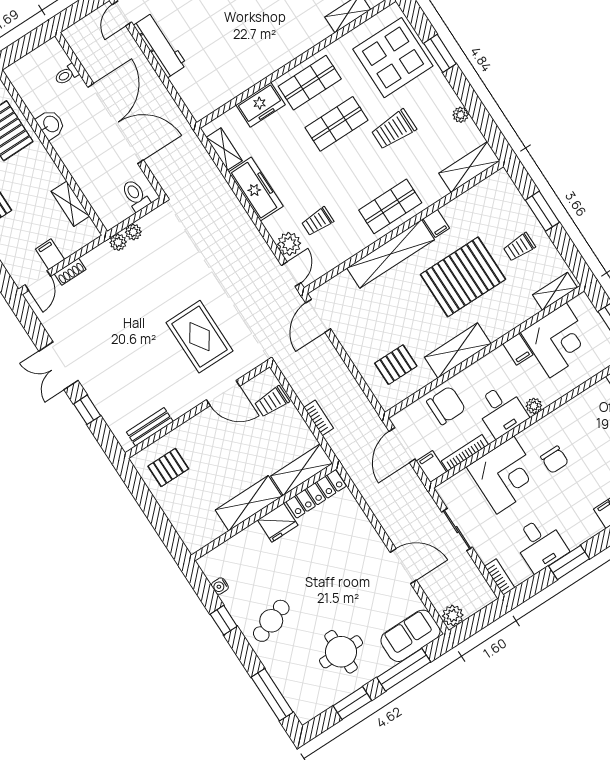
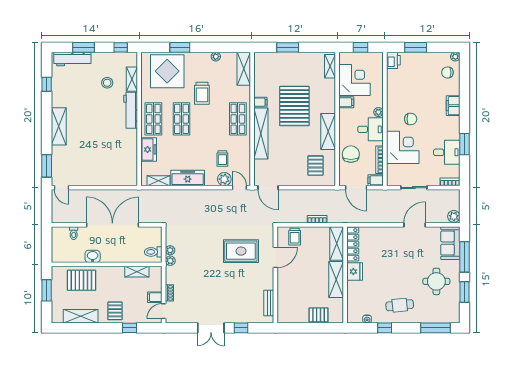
workbench: (160, 45) -> (131, 110), moved, turned -90
toilet: (136, 195) -> (153, 252), moved
trolley: (519, 247) -> (298, 70), removed
door: (38, 281) -> (164, 311), swing flipped
pallet: (168, 467) -> (319, 315), moved, turned 90
cafe table: (271, 621) -> (400, 305), turned -76

